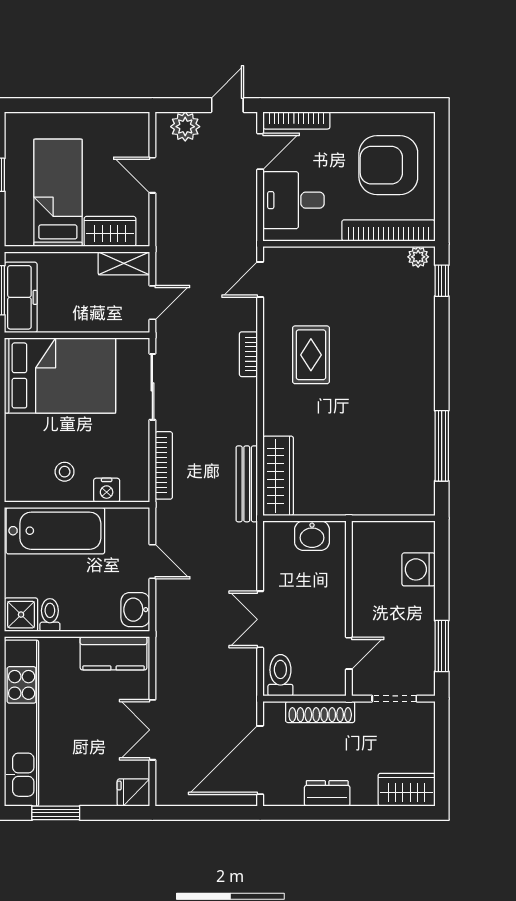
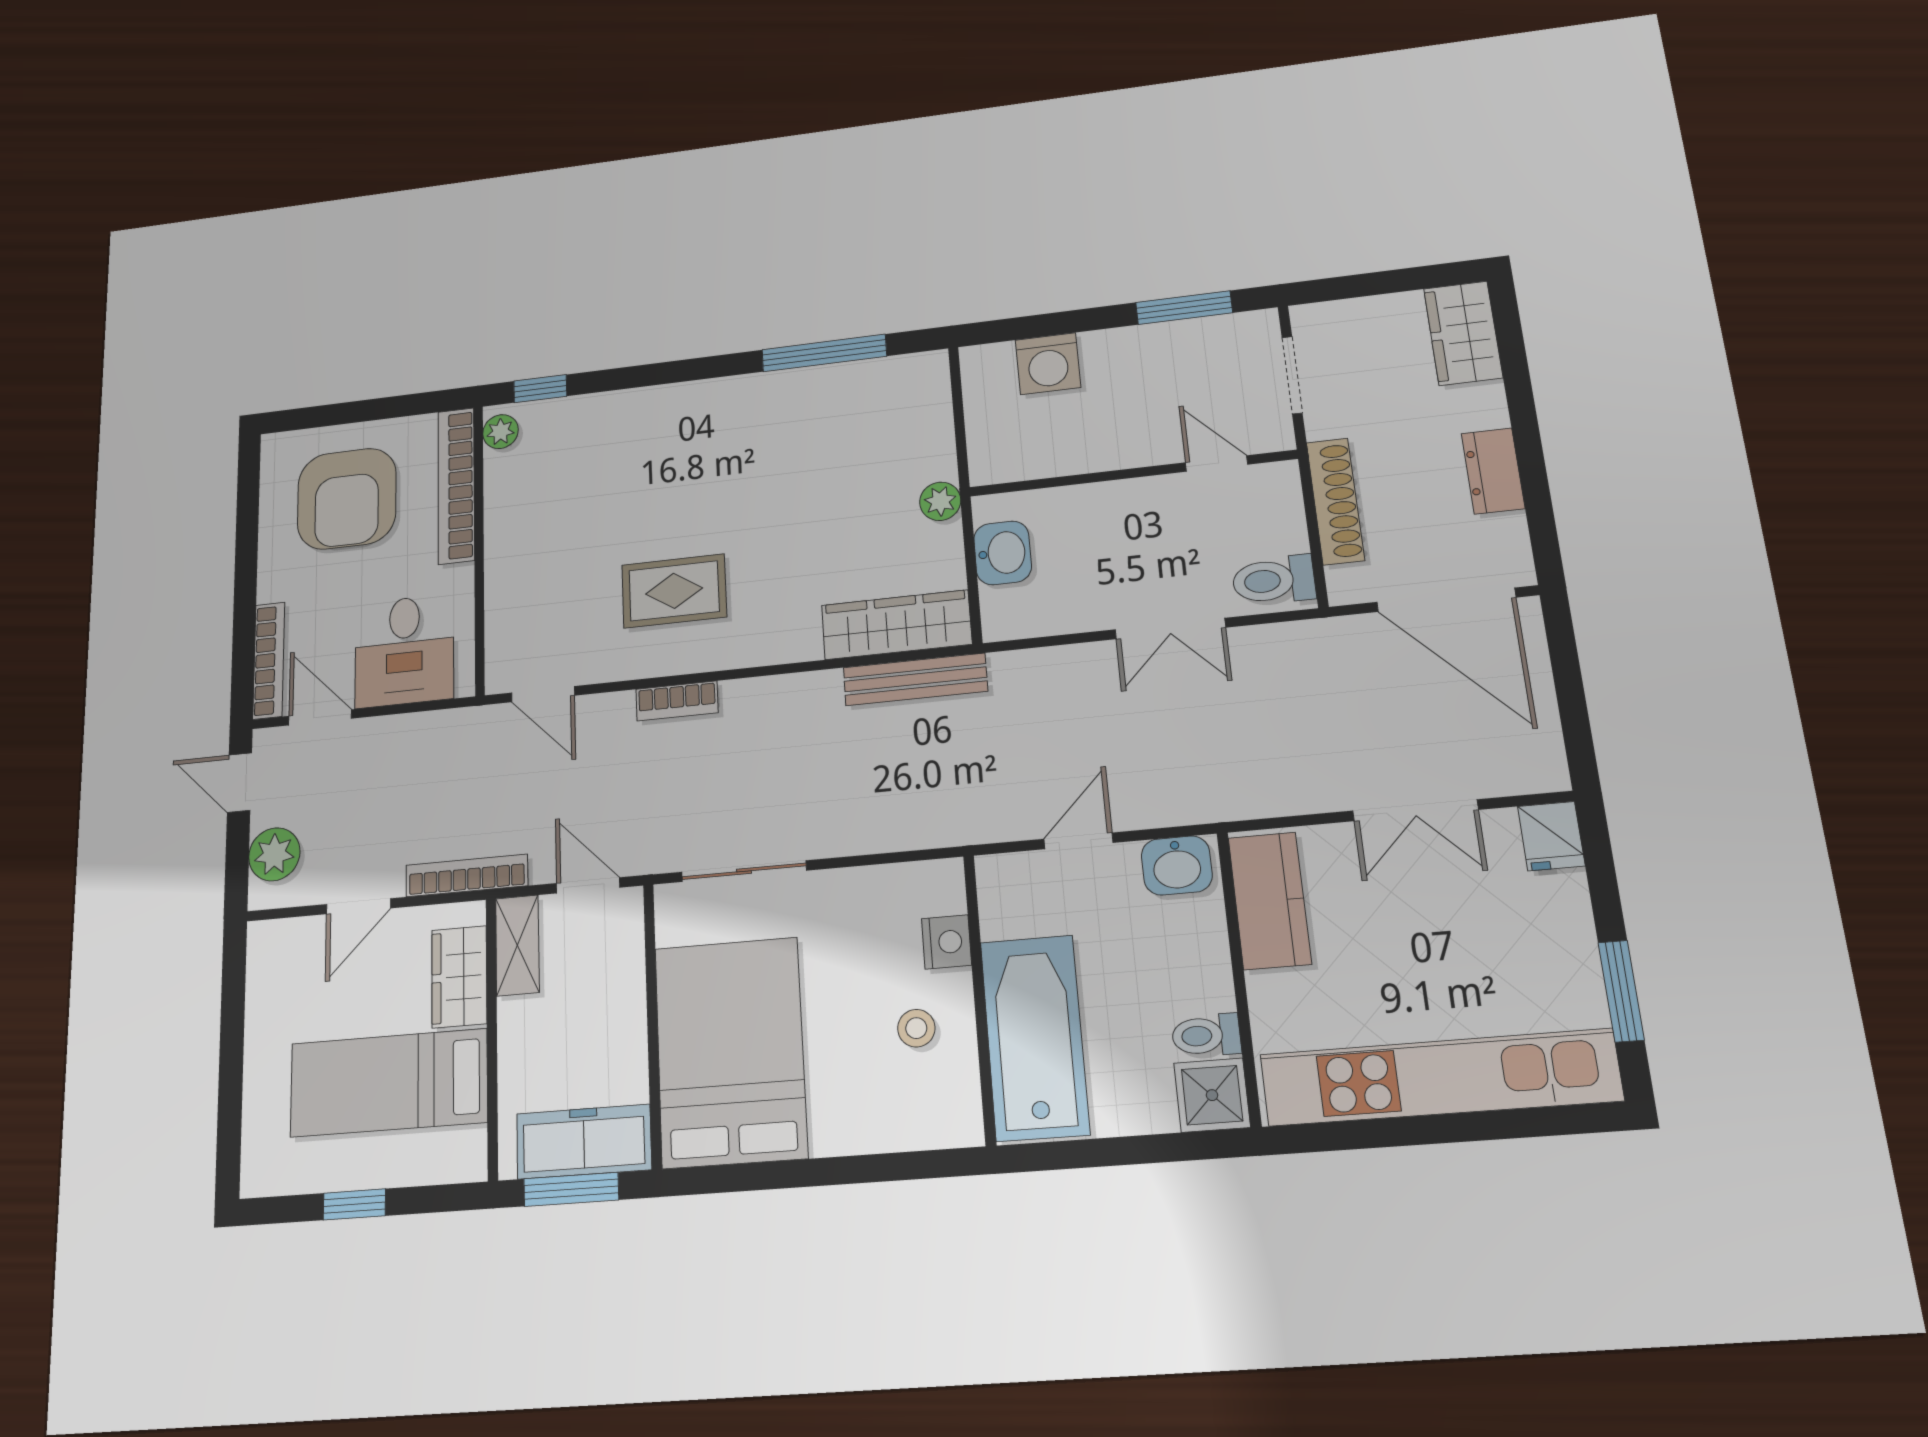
bookcase: (164, 465) -> (467, 875), moved
plant: (345, 504) -> (940, 501), added

